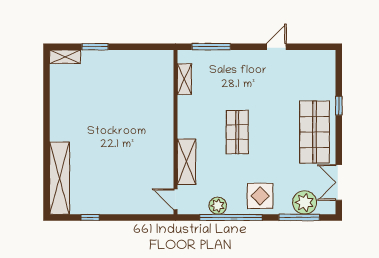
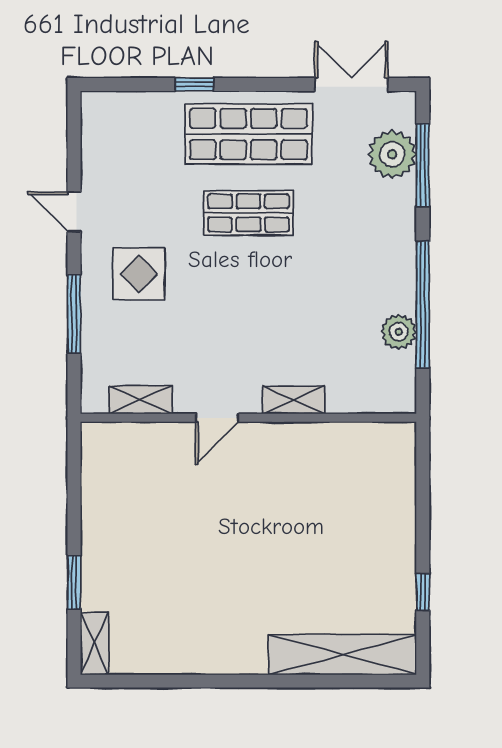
window: (211, 47) -> (74, 314), moved
shop shelf: (237, 132) -> (248, 213), moved
shelving: (187, 162) -> (293, 400), width x0.67, depth x0.75
double door: (339, 182) -> (351, 84), swing flipped
display table: (260, 196) -> (139, 274), moved
door: (176, 199) -> (217, 418), moved

